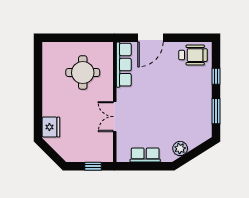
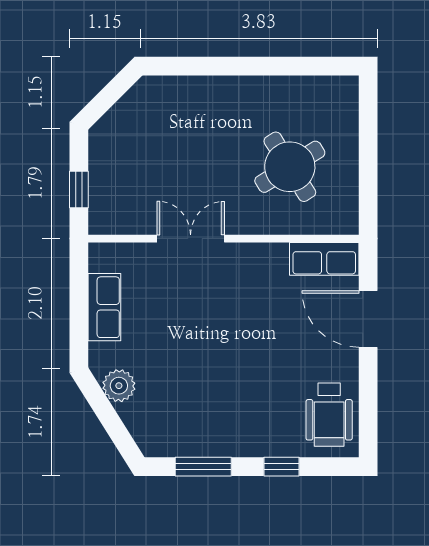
row of seats: (124, 65) -> (324, 259), width x0.68
round table: (83, 73) -> (290, 167), turned -32
fridge: (51, 127) -> (167, 95), removed

